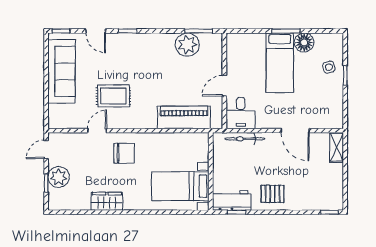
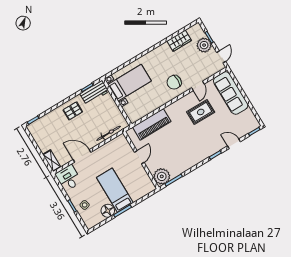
plant: (187, 45) -> (162, 176), moved
sofa: (61, 71) -> (231, 93), moved
desk: (241, 113) -> (68, 178), moved
wardrobe: (107, 201) -> (179, 41), moved

